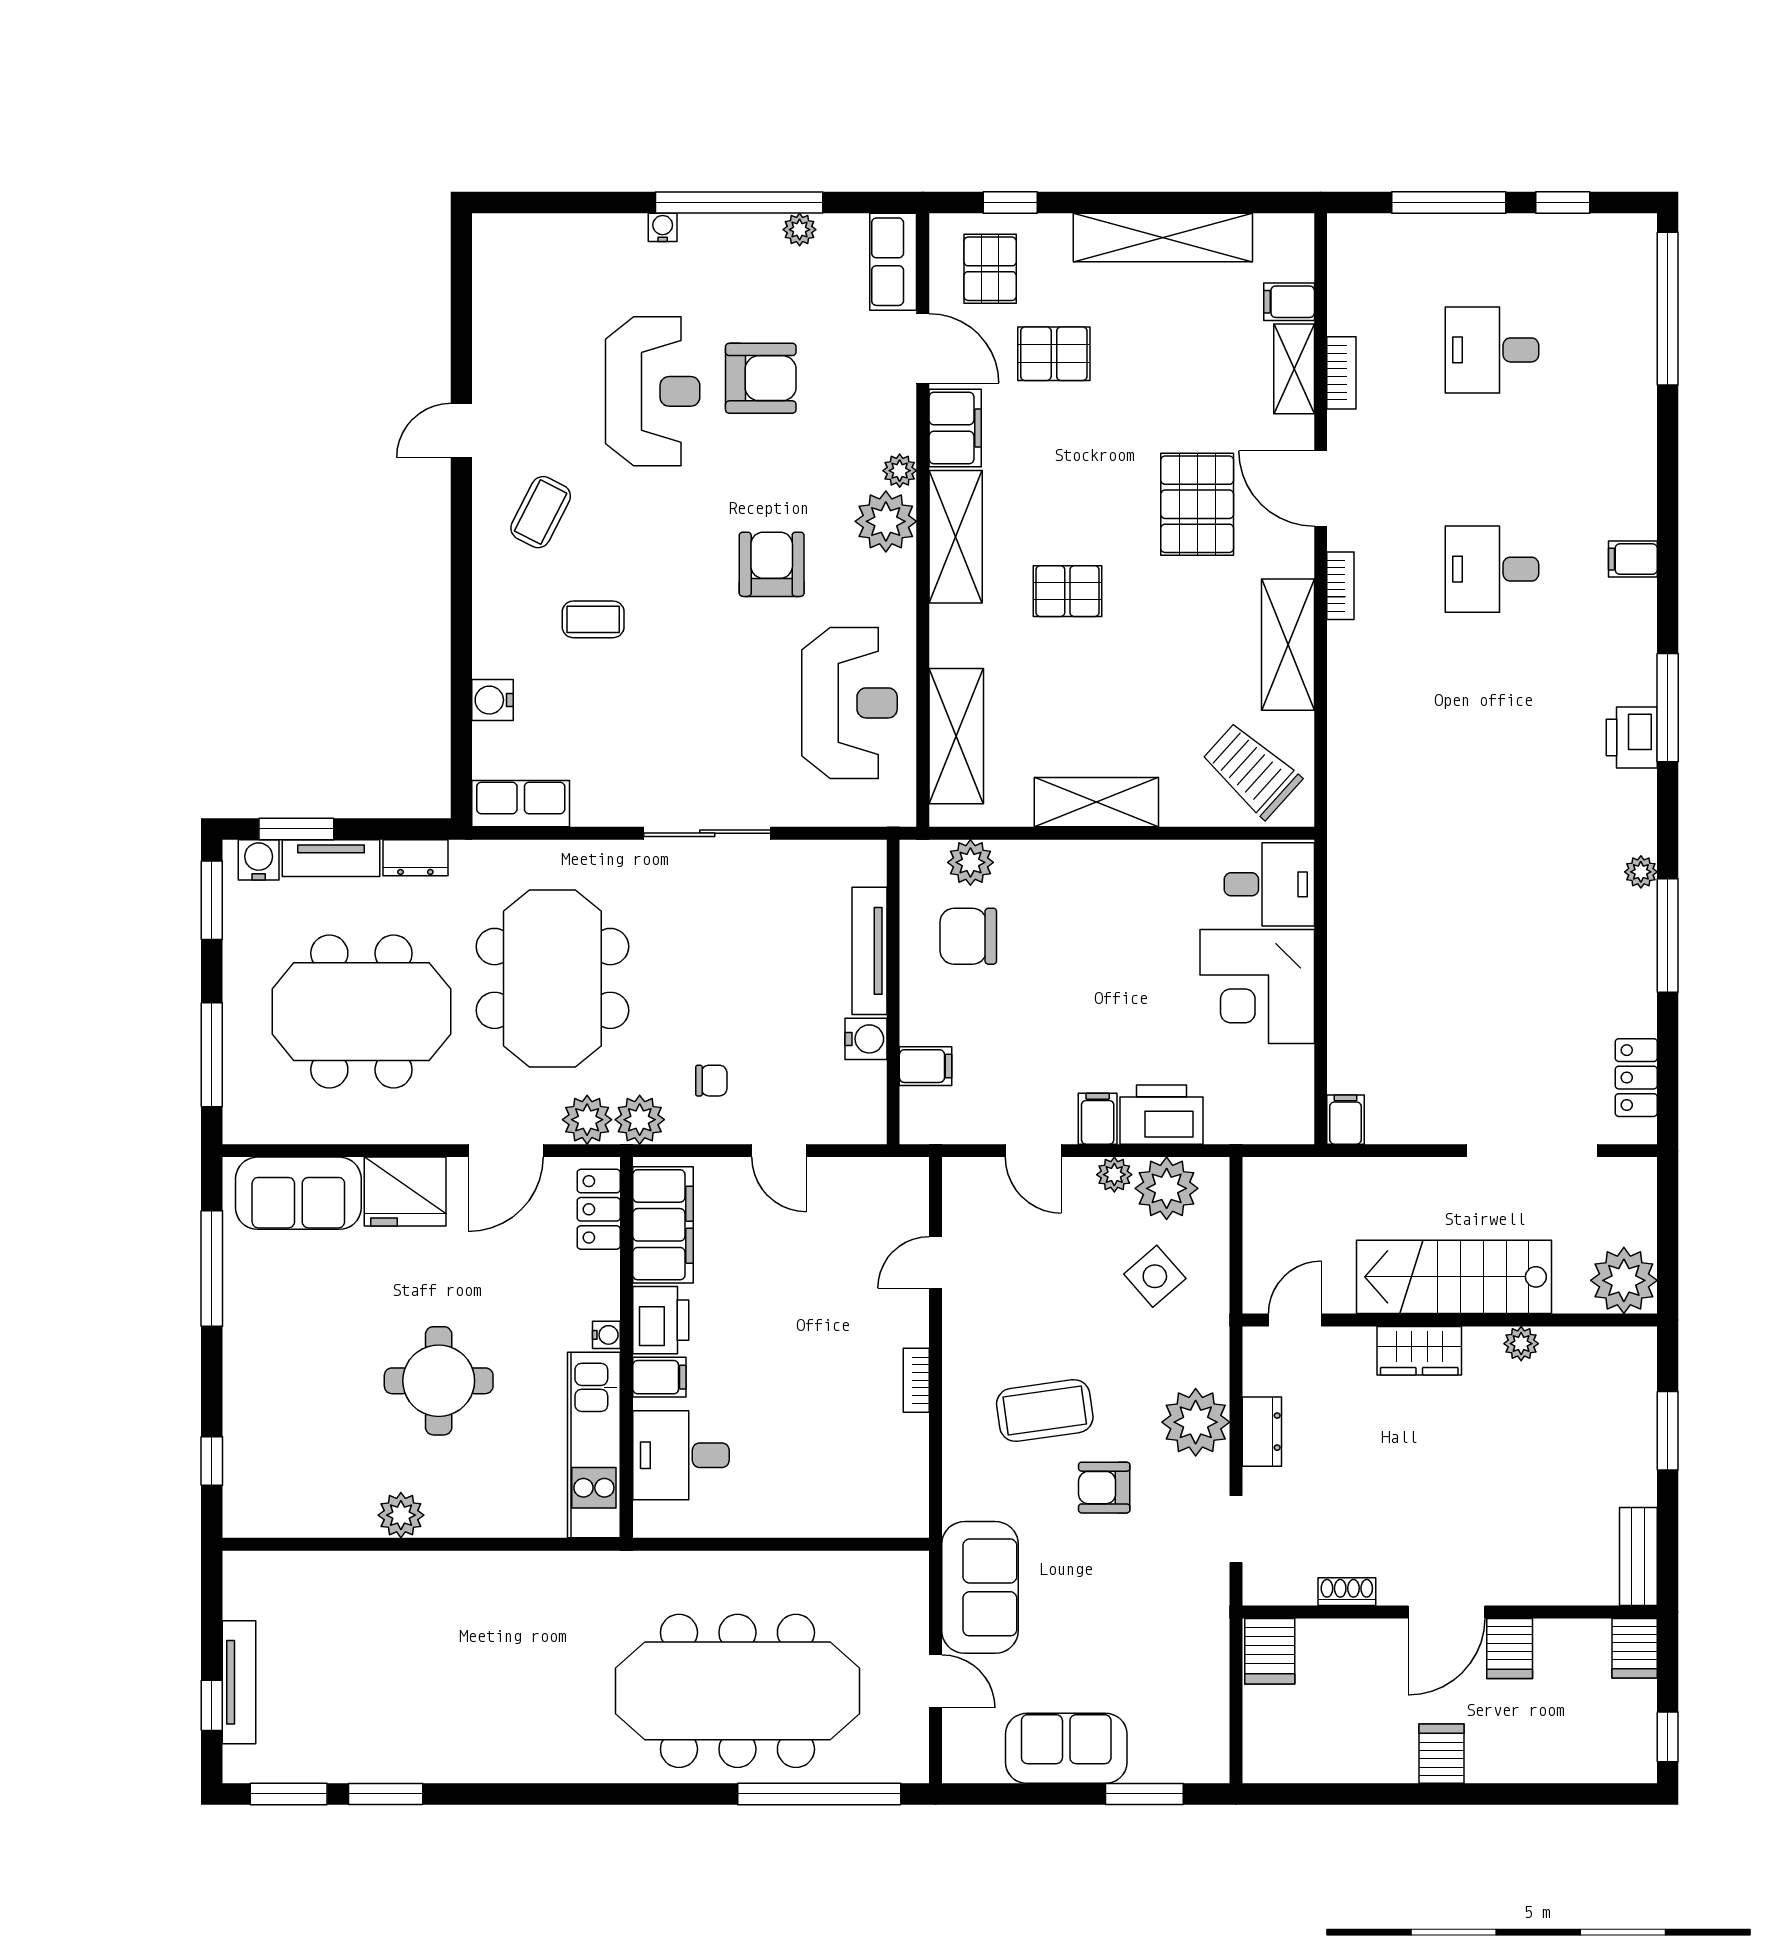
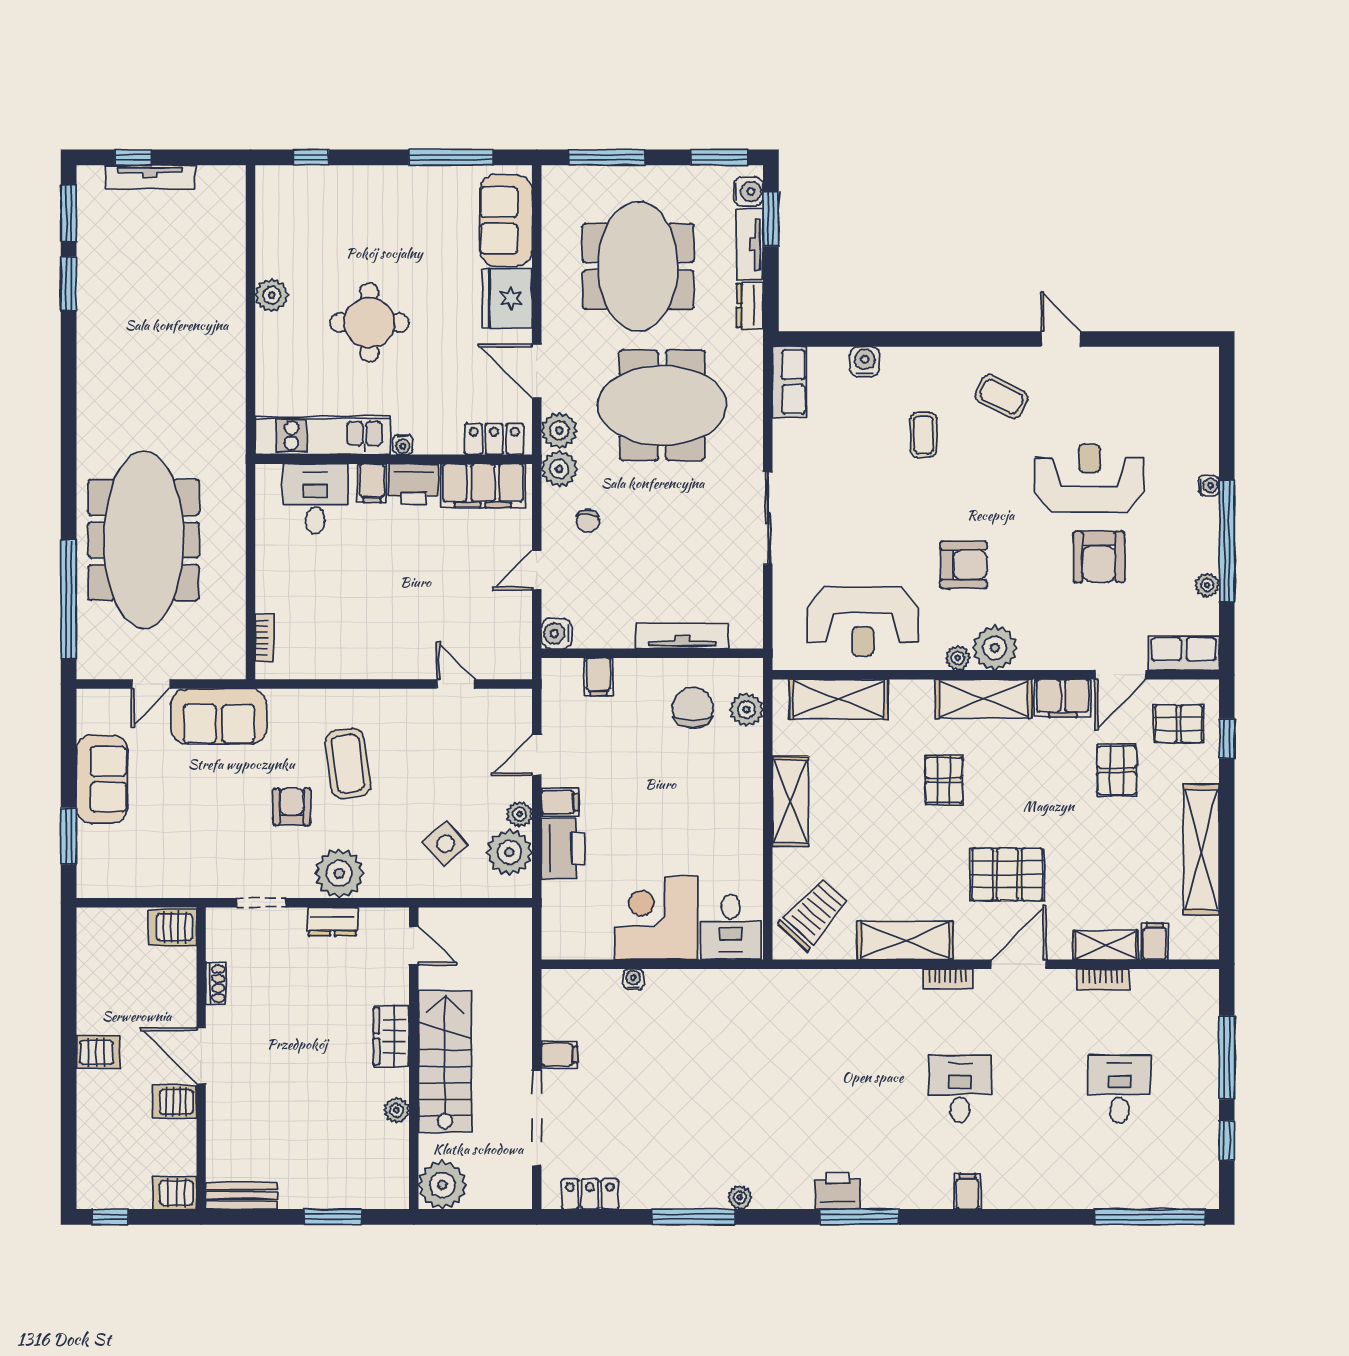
reception desk: (653, 391) -> (1089, 478), turned 180
plant: (900, 471) -> (958, 658), moved
water cooler: (1341, 1018) -> (633, 979), added
water cooler: (866, 1039) -> (557, 633), moved, turned 90
filing cabinet: (1345, 1120) -> (559, 1055), moved
bookcase: (916, 1380) -> (264, 638), moved, turned 90

